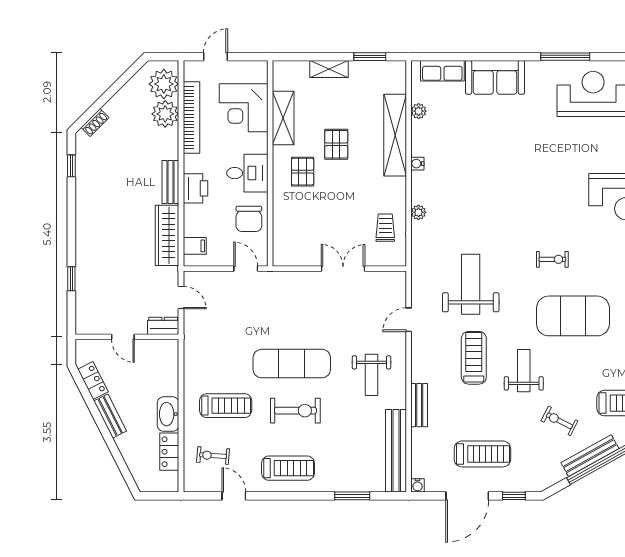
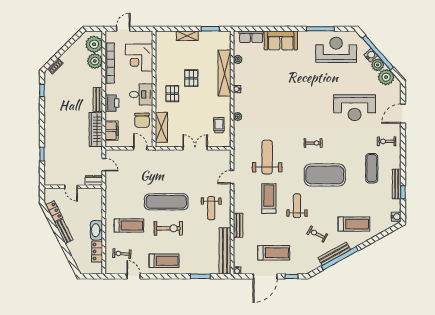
shelving: (283, 118) -> (161, 127), moved
filing cabinet: (195, 246) -> (112, 131), width x2.00

